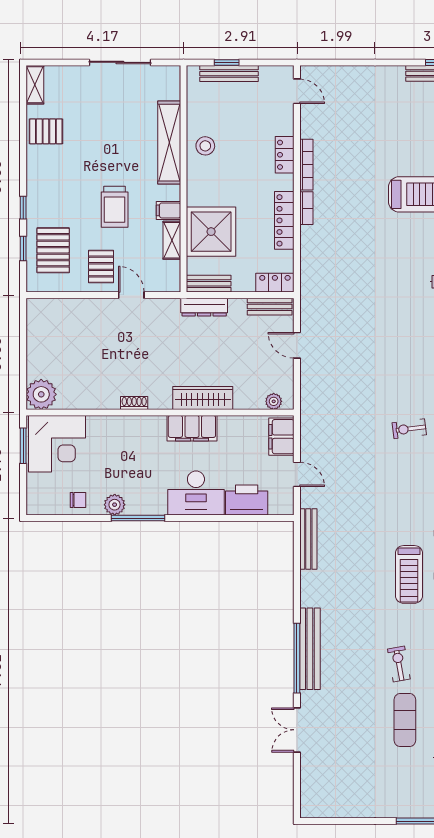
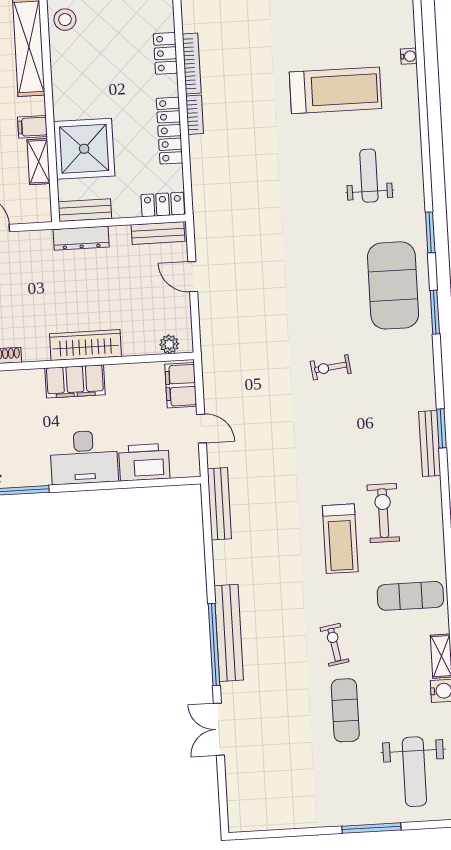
stool: (205, 146) -> (65, 20), moved

